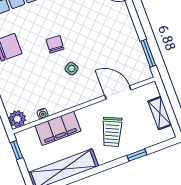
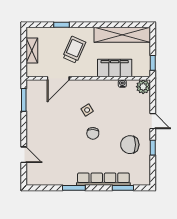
door: (118, 93) -> (58, 78), hinge flipped

